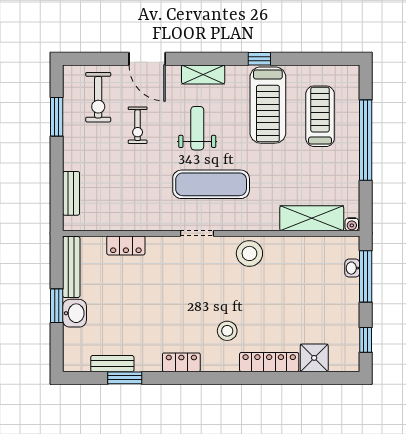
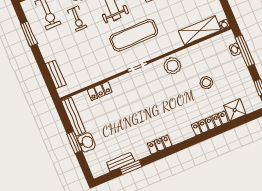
stool: (227, 331) -> (206, 83), moved

